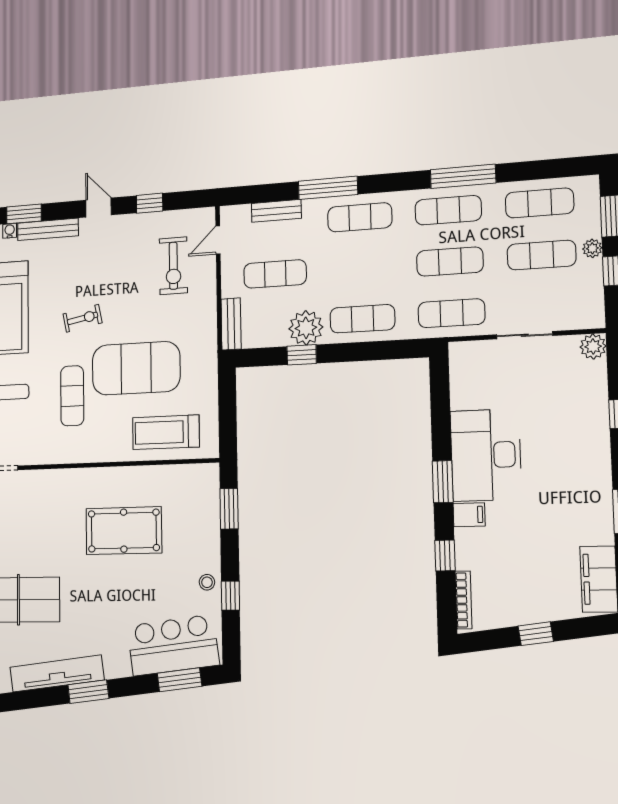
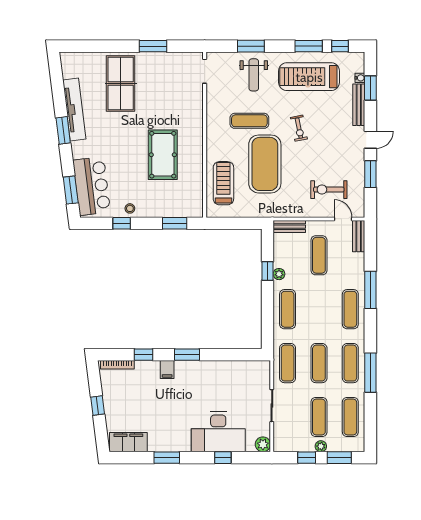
window: (150, 203) -> (370, 174), width x1.50
bench: (276, 211) -> (359, 236), moved
plant: (306, 328) -> (279, 274), width x0.53, depth x0.53
desk: (486, 455) -> (218, 432), moved, turned 180

